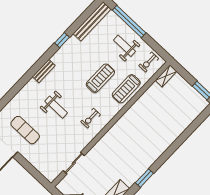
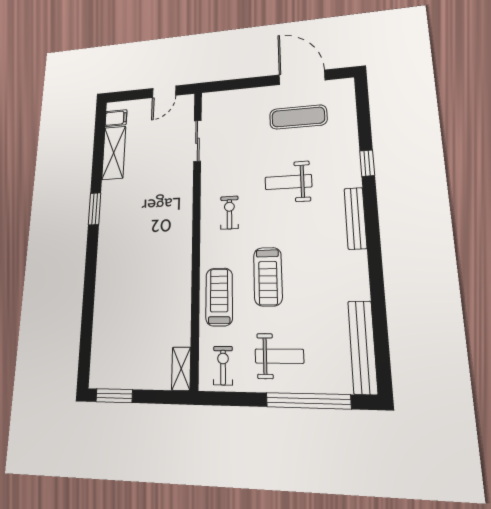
window: (62, 40) -> (367, 163), moved
bench: (44, 71) -> (355, 218), width x1.36

